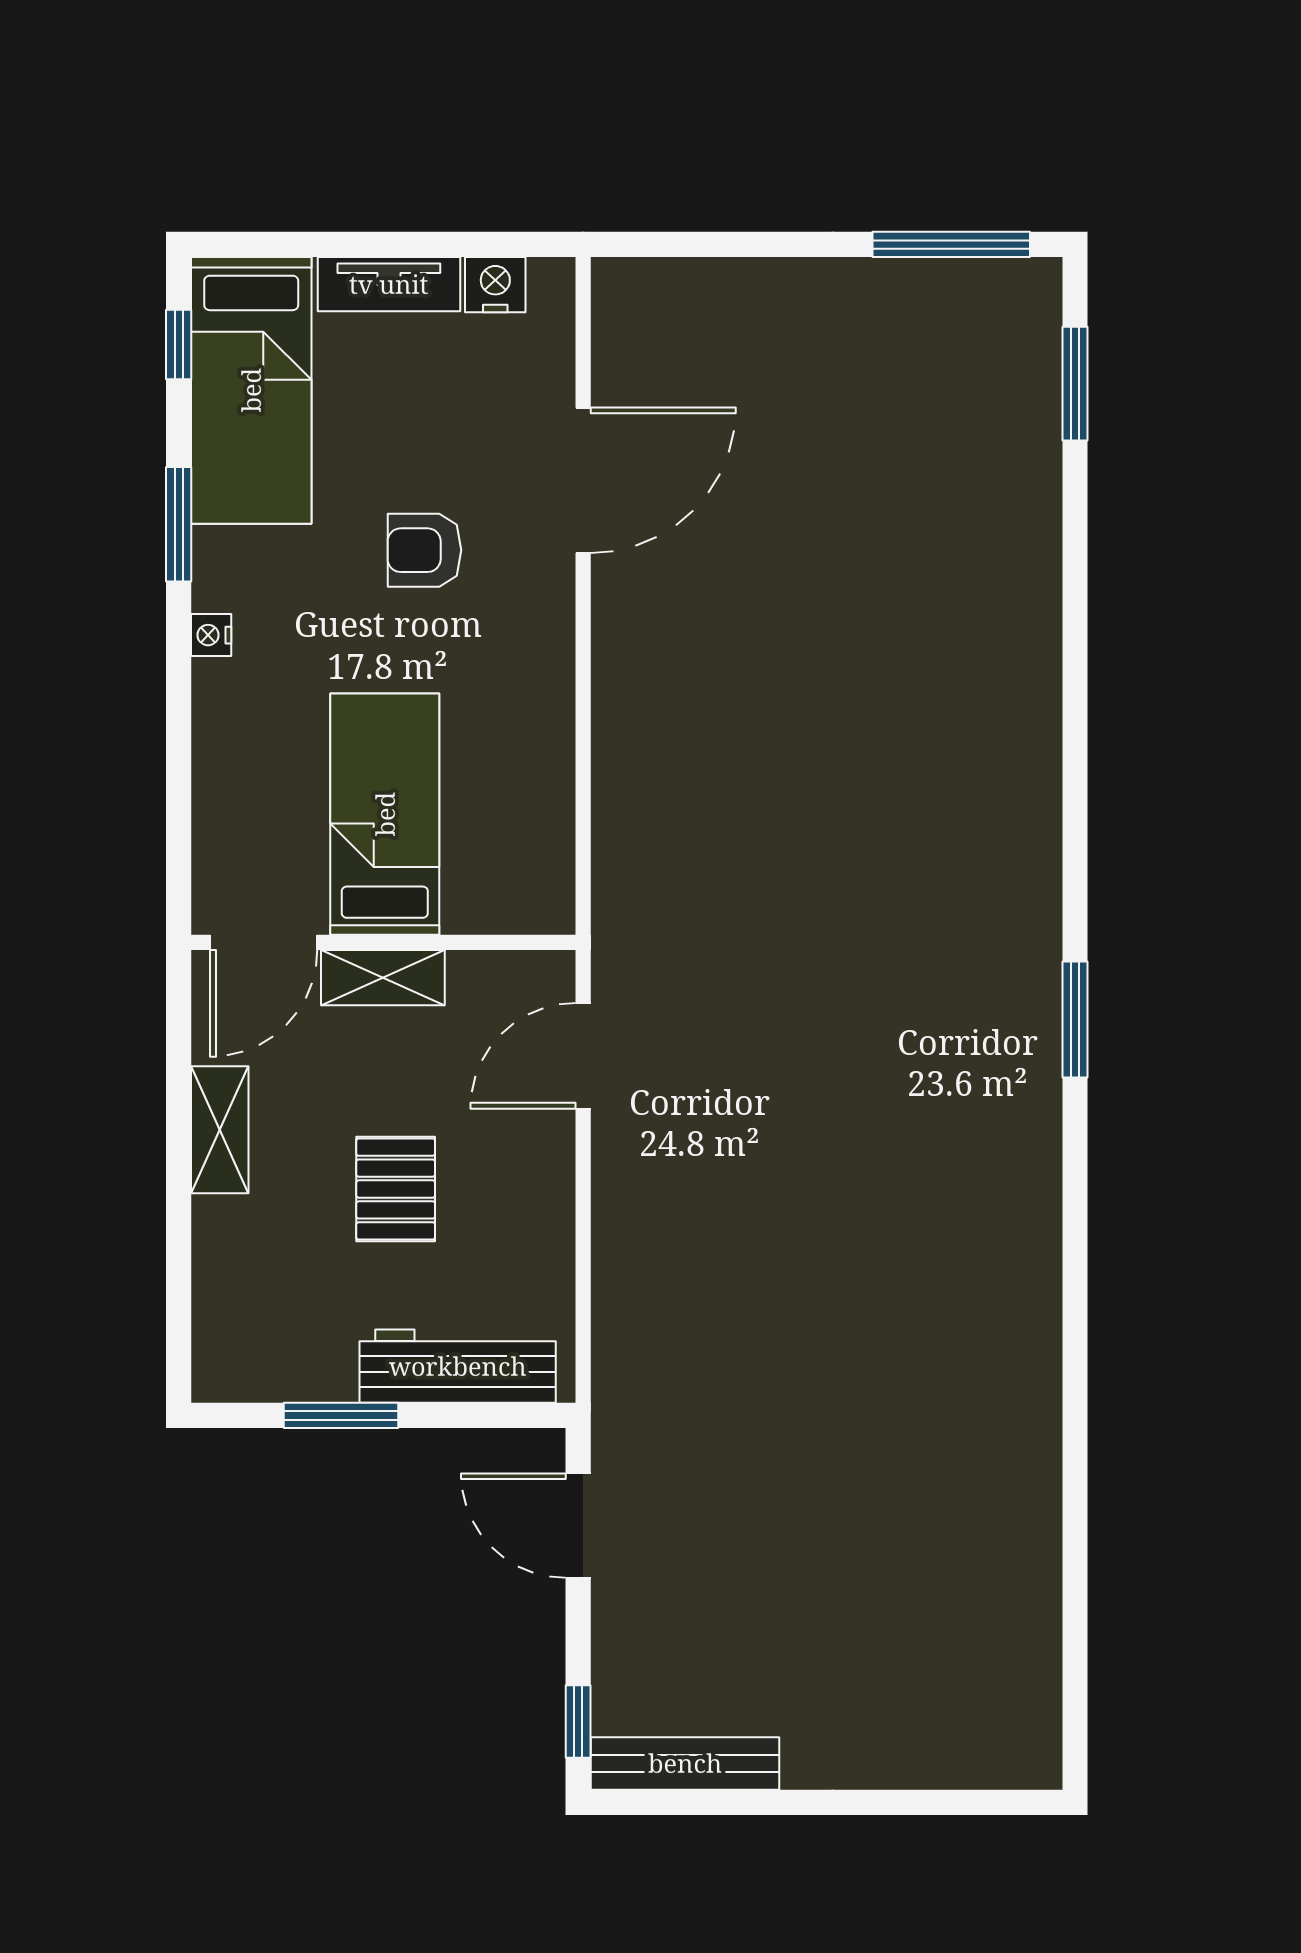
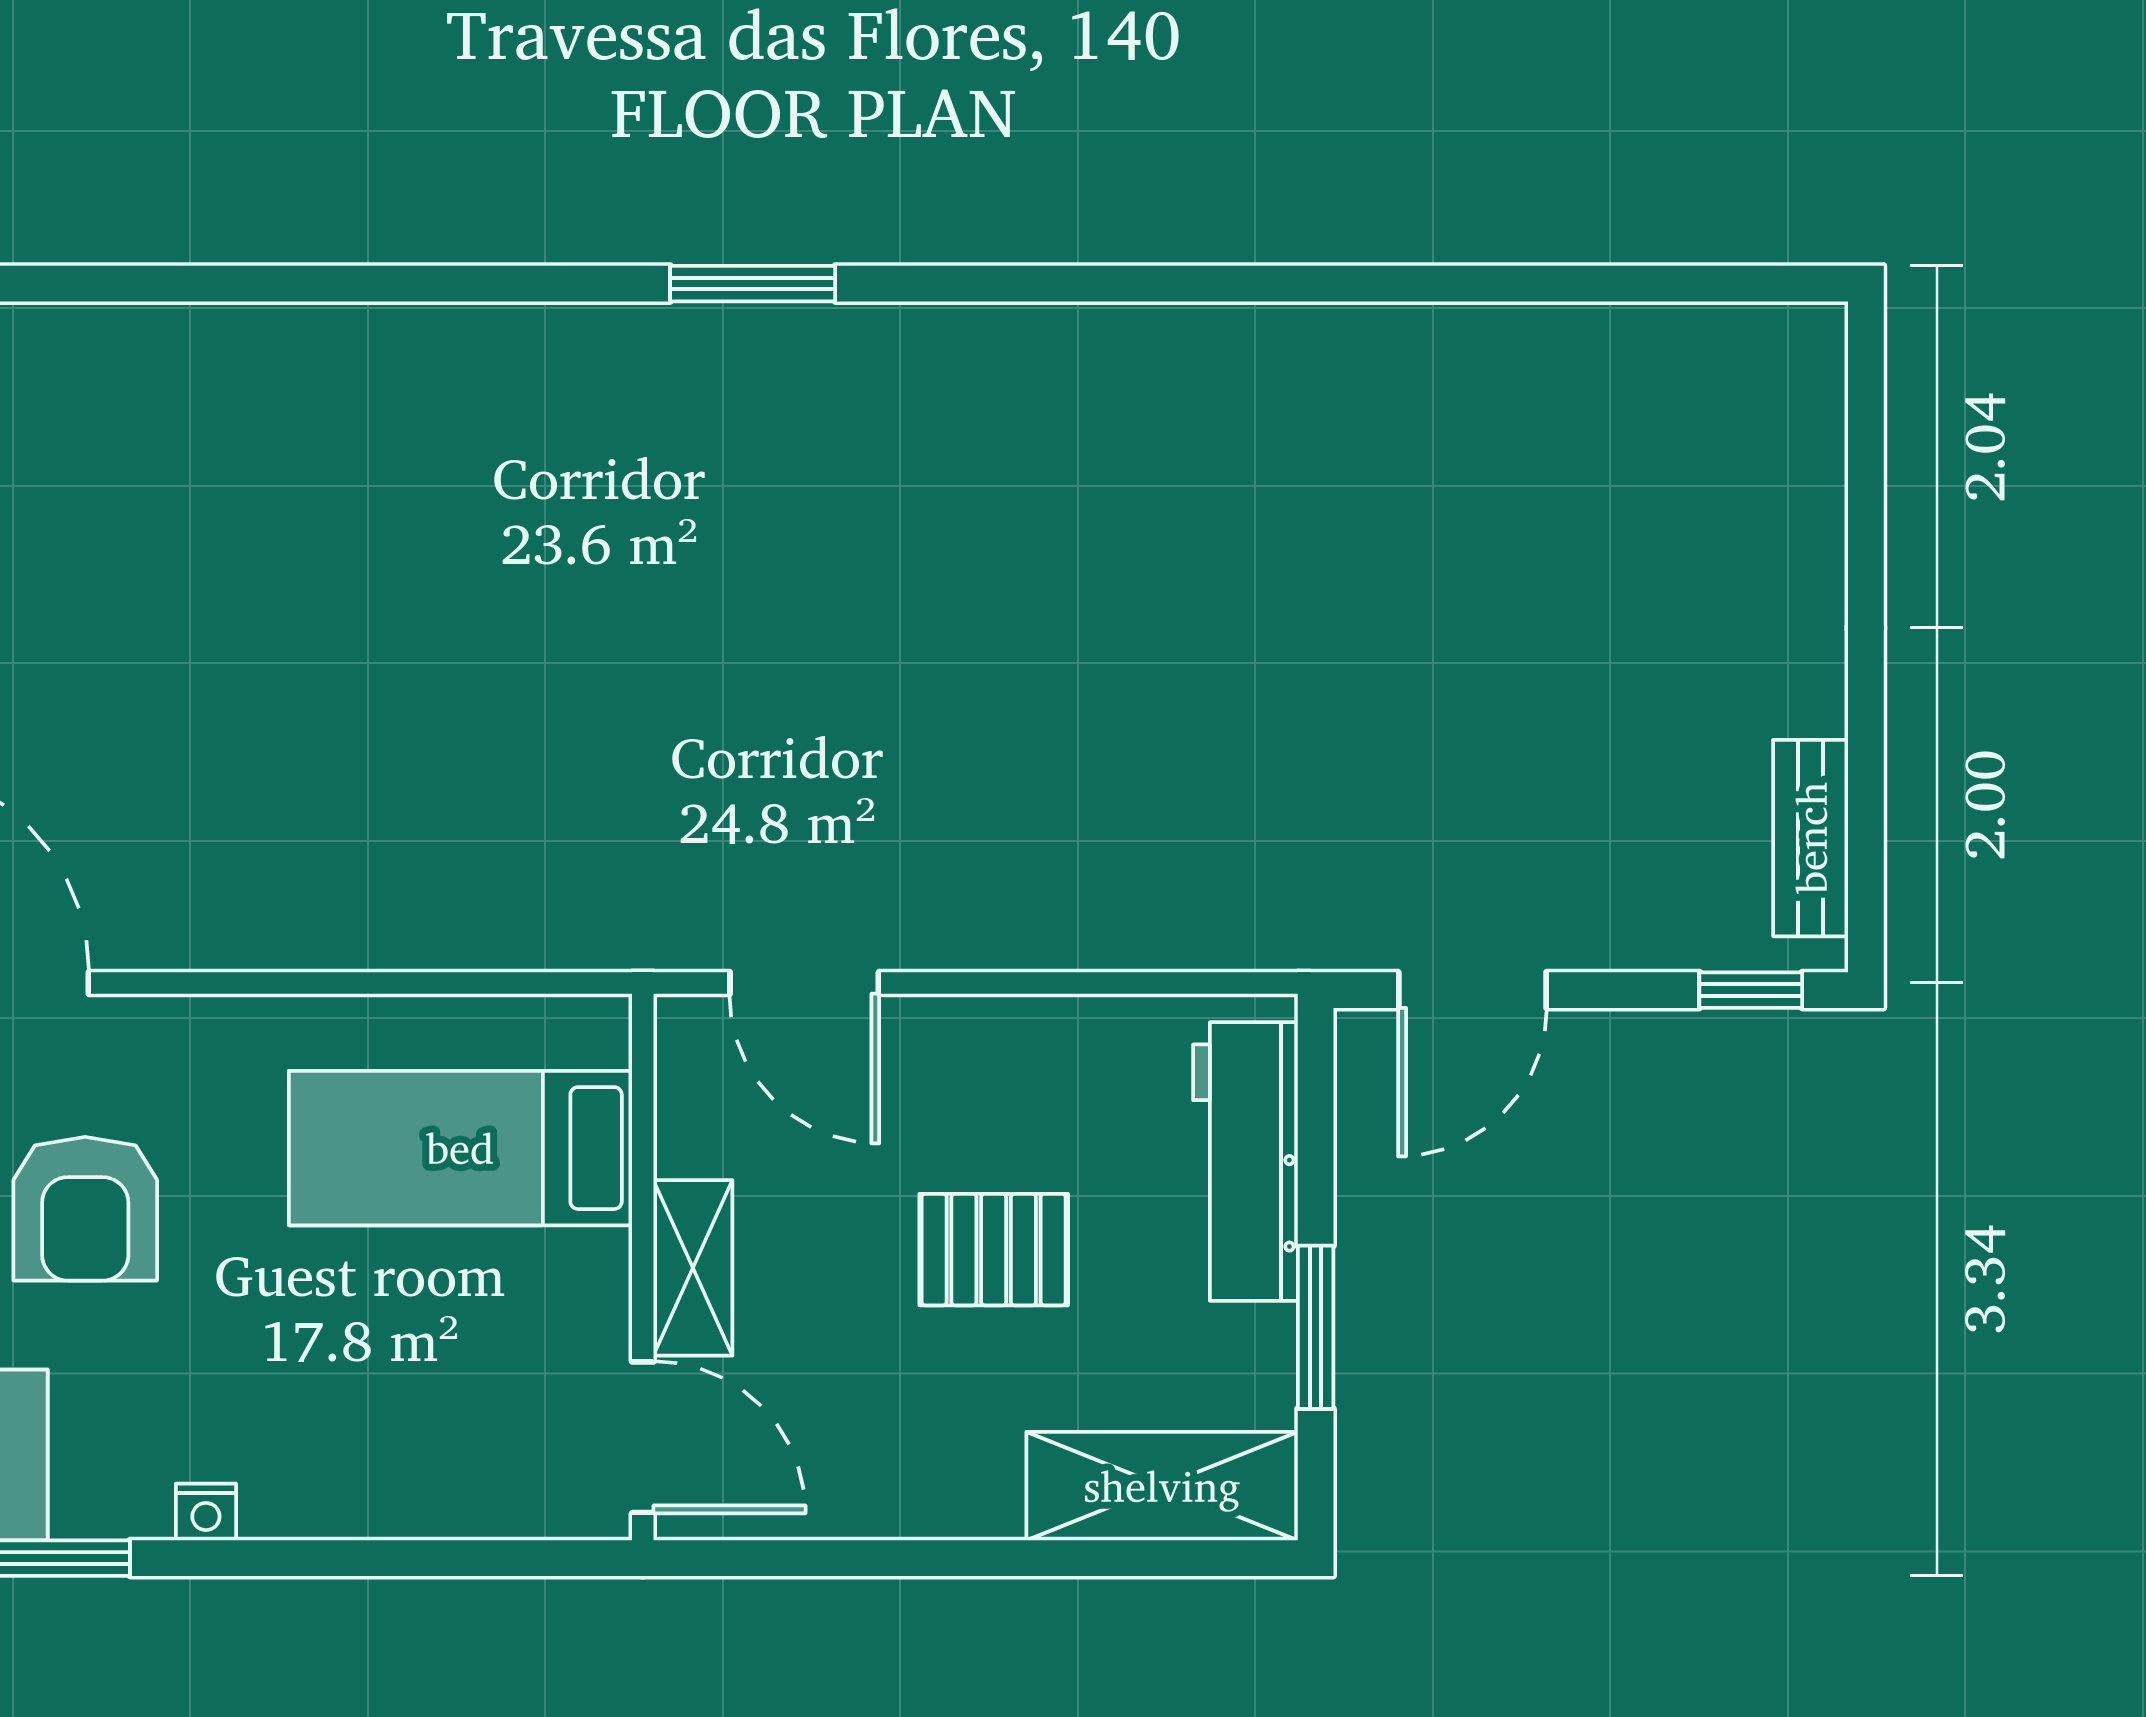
armchair: (424, 550) -> (85, 1209), width x1.38, depth x1.38
bed: (385, 814) -> (460, 1148), moved
shelving: (220, 1130) -> (1162, 1486), moved, width x1.50, depth x1.33
bench: (685, 1763) -> (1811, 838), width x0.73

